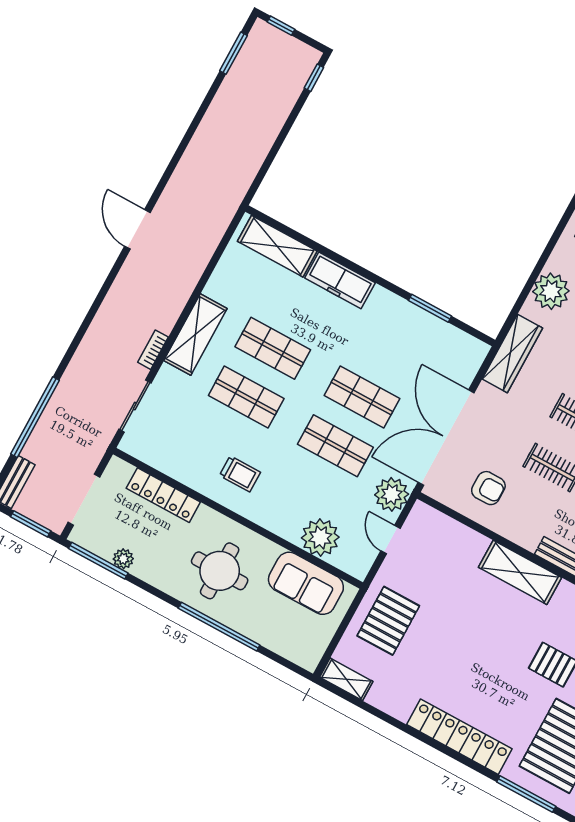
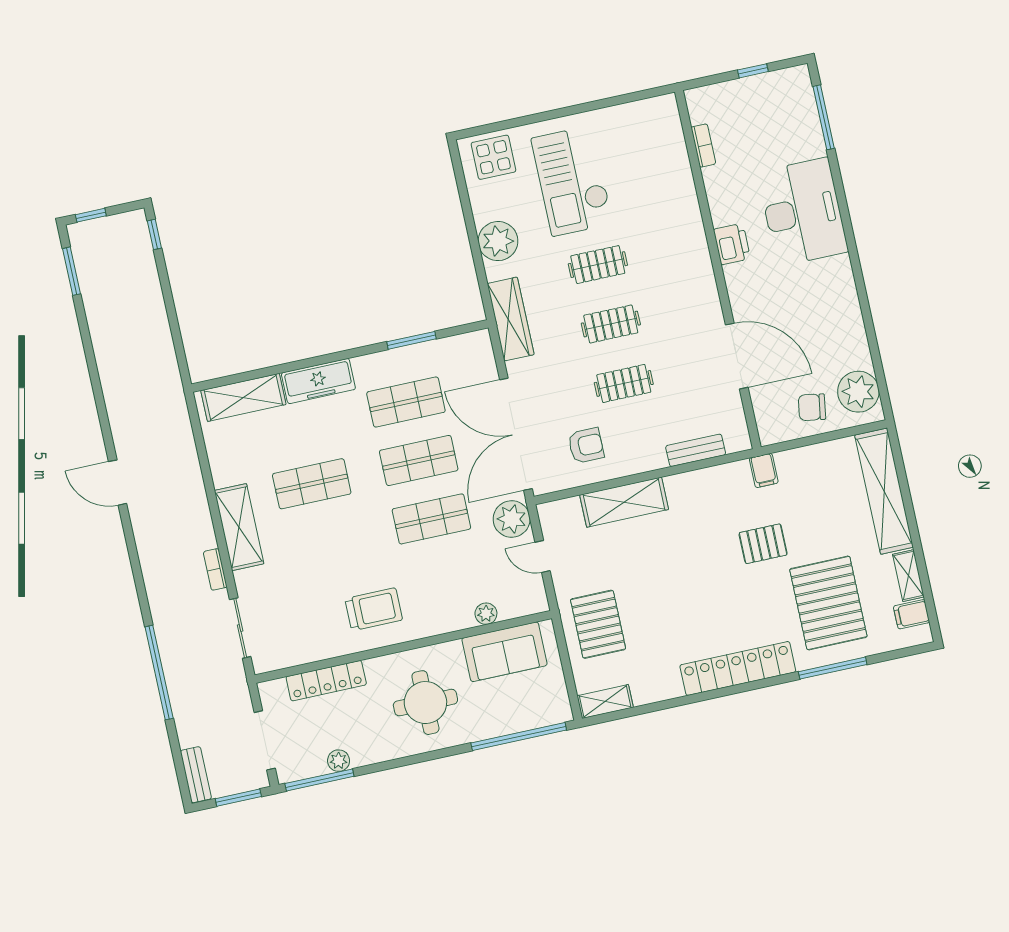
shop shelf: (246, 397) -> (406, 402), moved
window: (35, 417) -> (159, 673), moved
trolley: (240, 474) -> (374, 609), width x1.36, depth x1.39
plant: (320, 538) -> (486, 614), width x0.53, depth x0.53
shelving: (520, 572) -> (624, 502), moved
window: (219, 627) -> (519, 737), moved

